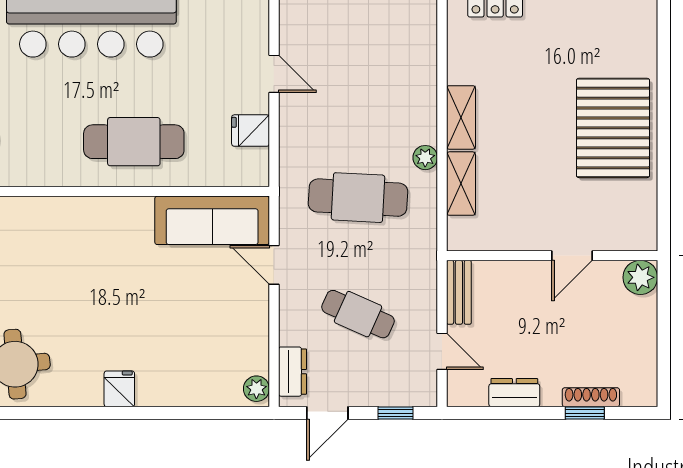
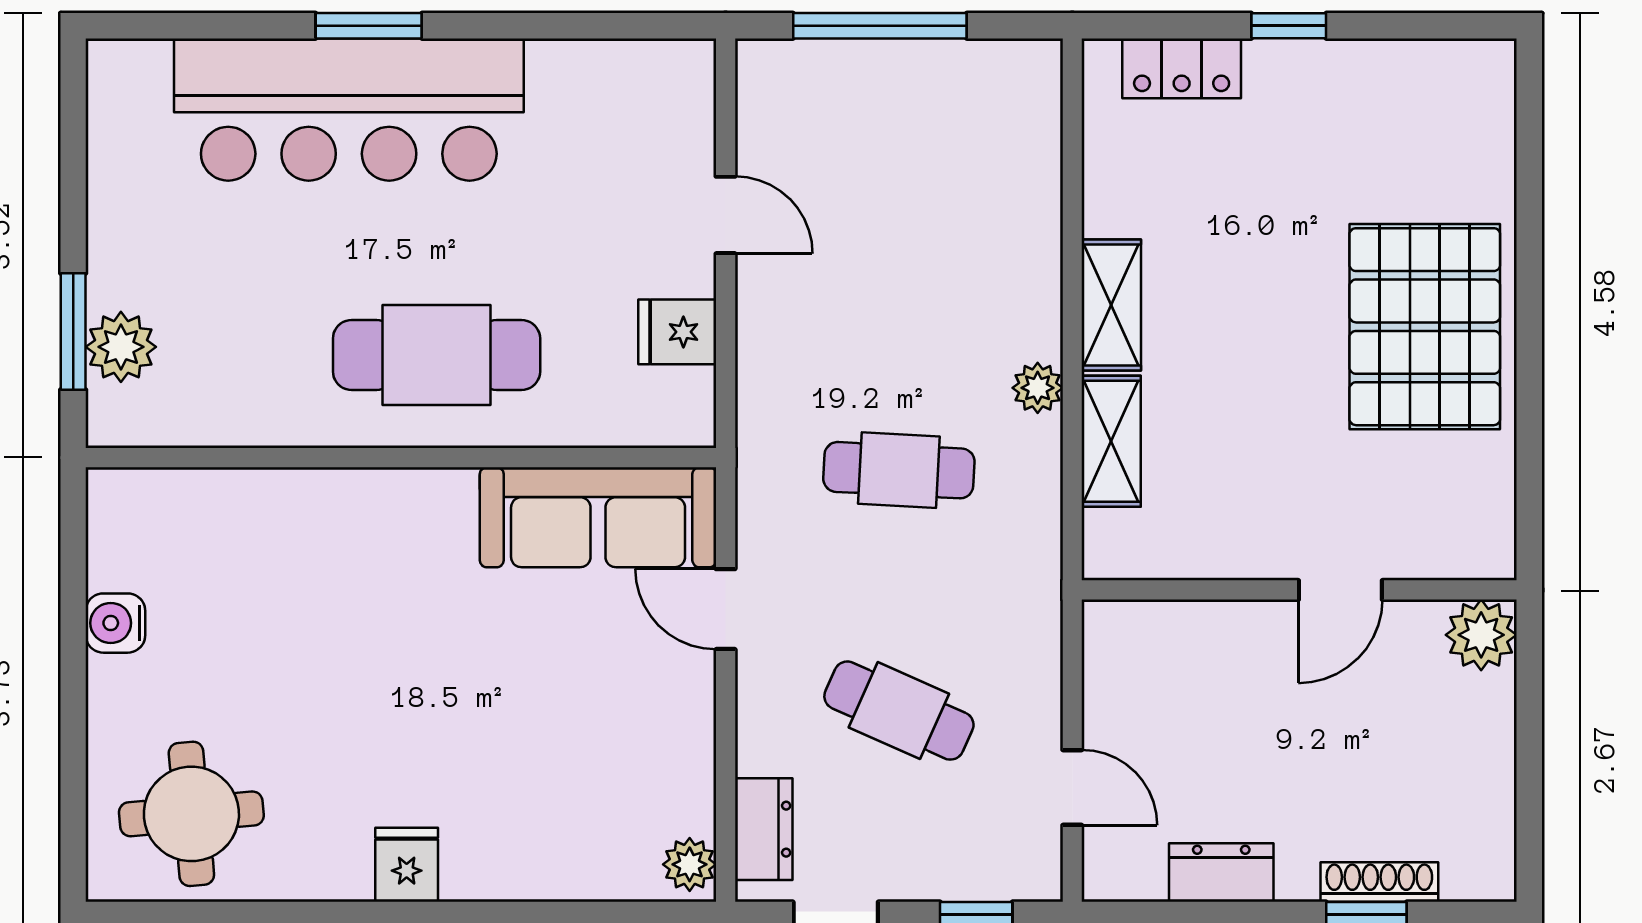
cafe table: (358, 198) -> (899, 470), width x0.73, depth x0.74
bench: (459, 292) -> (1107, 666), removed

